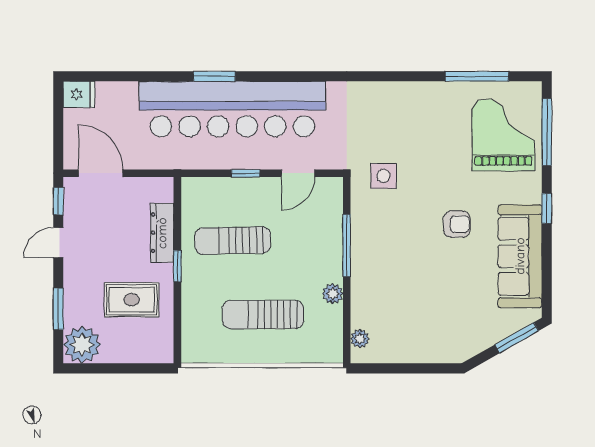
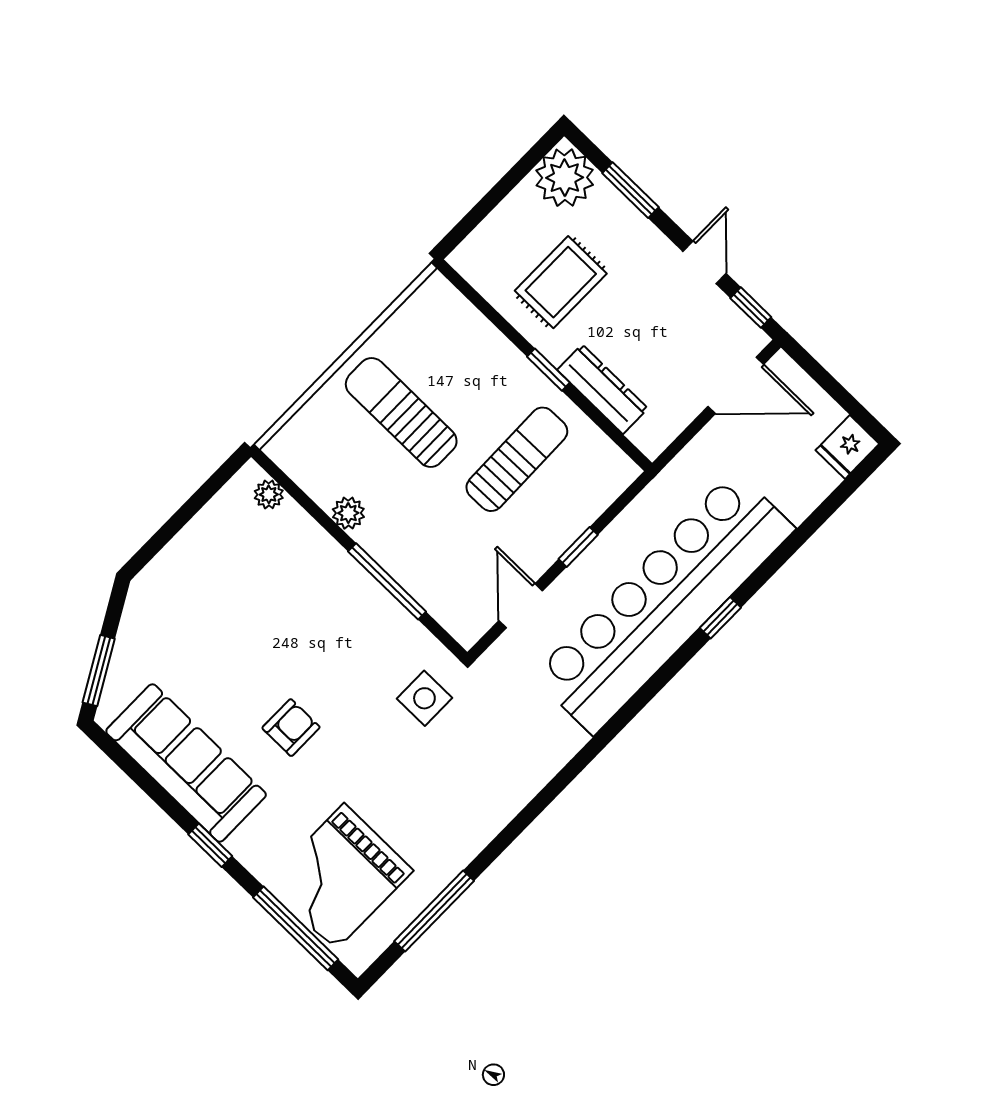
window: (214, 76) -> (720, 618), width x0.67
grand piano: (503, 135) -> (340, 877), turned 90
armchair: (457, 224) -> (291, 728), turned 180
sun lounger: (263, 315) -> (401, 412), turned -90

